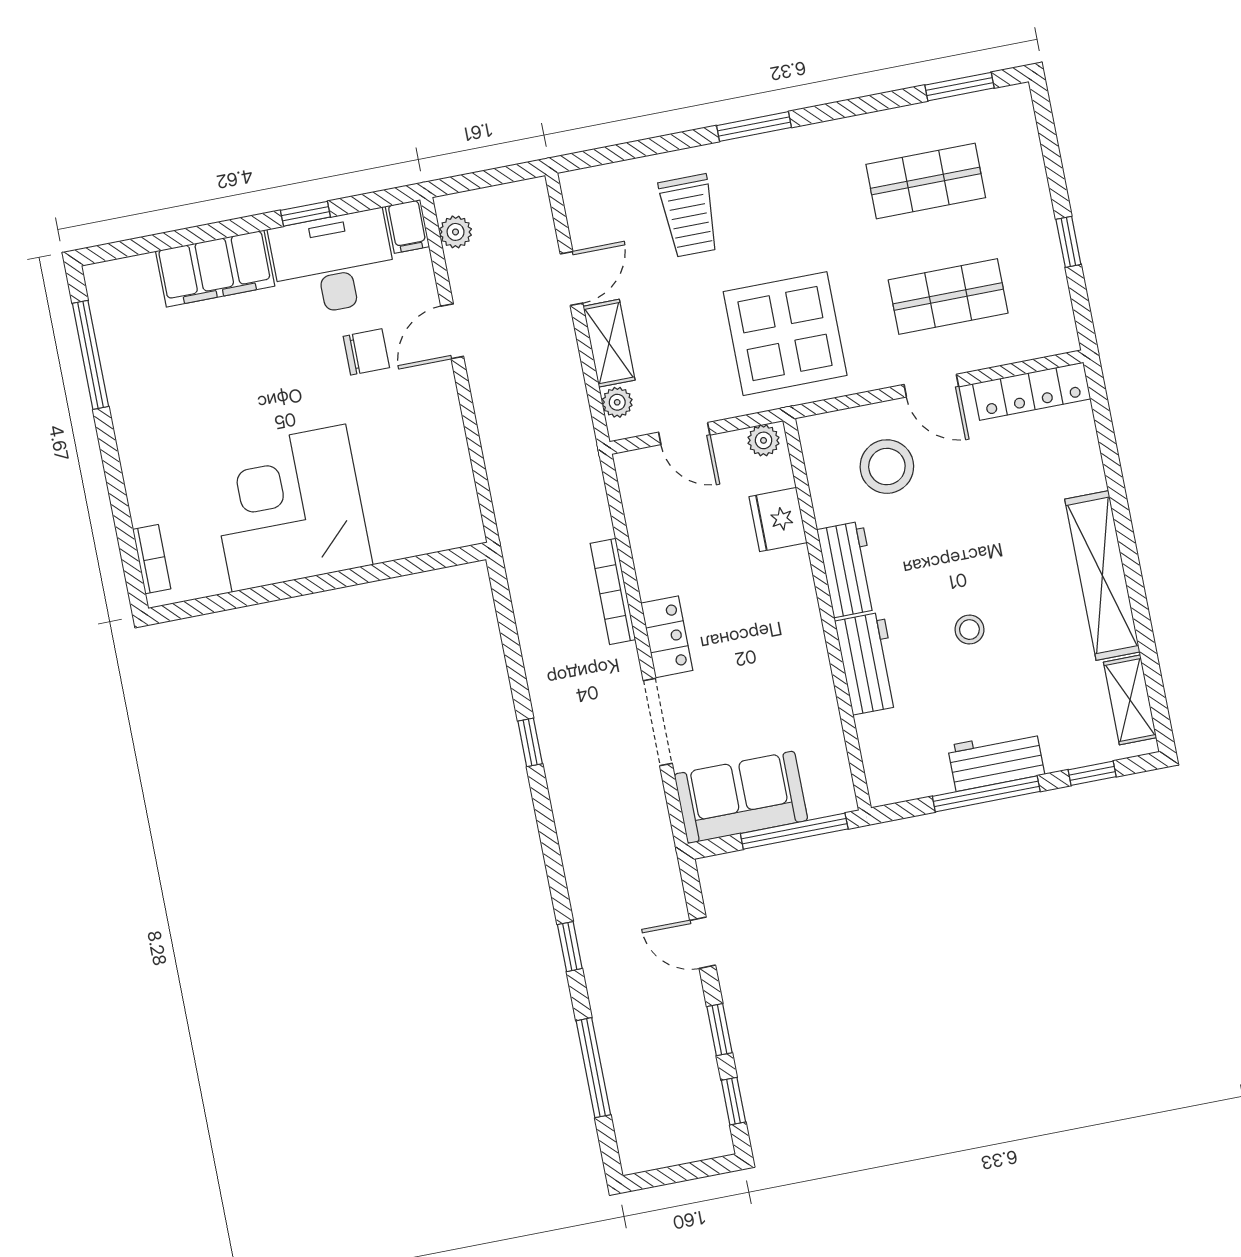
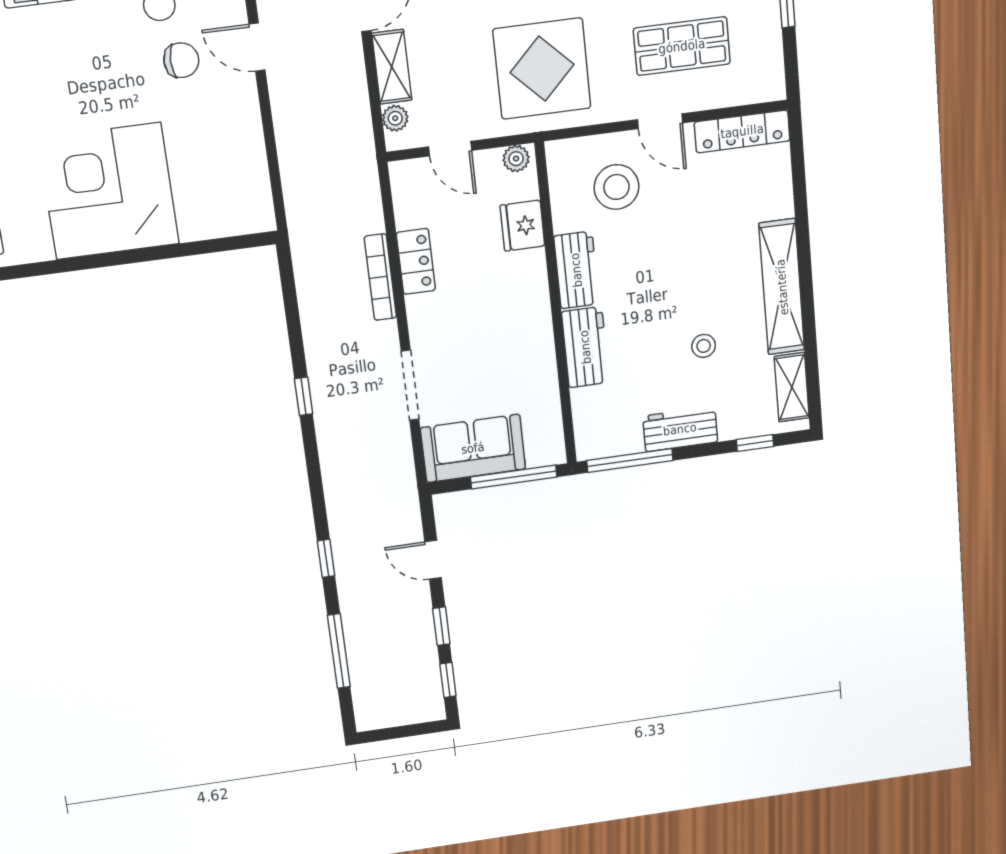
door: (452, 331) -> (257, 47), hinge flipped
stool: (969, 630) -> (704, 346), moved
locker: (667, 637) -> (416, 261), moved
window: (986, 794) -> (630, 461), moved

